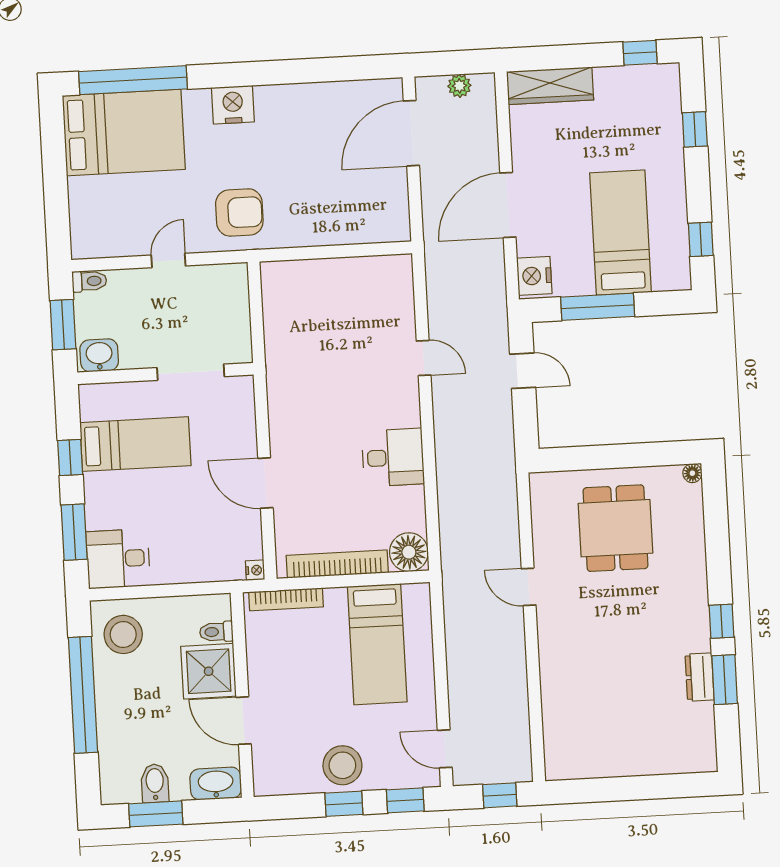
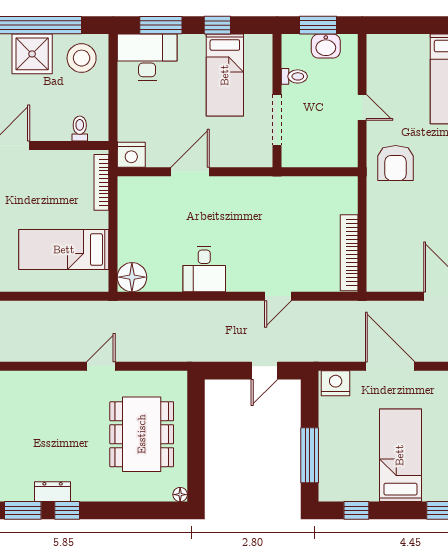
bed: (621, 233) -> (400, 455), moved, turned -90
toilet: (89, 281) -> (294, 76), moved, turned -90
window: (598, 307) -> (310, 455), moved
washbasin: (99, 355) -> (326, 46), moved, turned 90
dining table: (616, 528) -> (142, 434), width x1.38
desk: (118, 559) -> (147, 57), width x1.37
bookcase: (337, 564) -> (349, 253), moved, turned 180
nightstand: (255, 570) -> (131, 155), width x1.89, depth x1.79
shower: (209, 671) -> (32, 54), moved
dresser: (700, 677) -> (53, 492), moved

